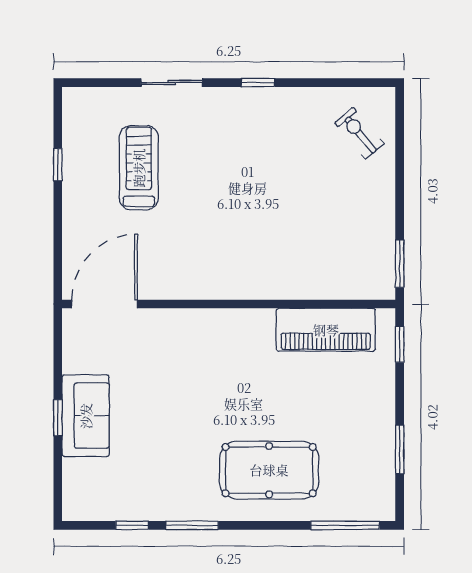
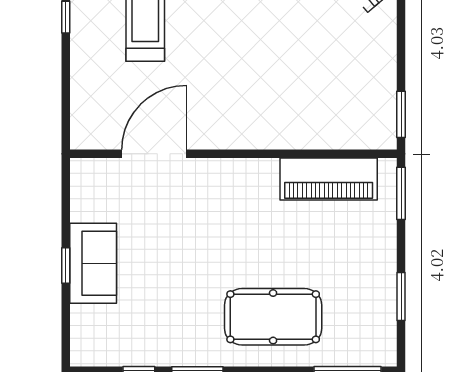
door: (104, 304) -> (154, 154), moved
window: (400, 344) -> (401, 193), width x1.50

